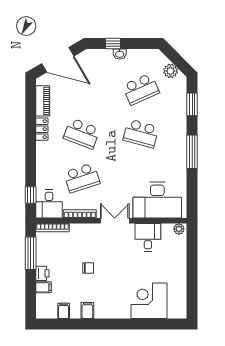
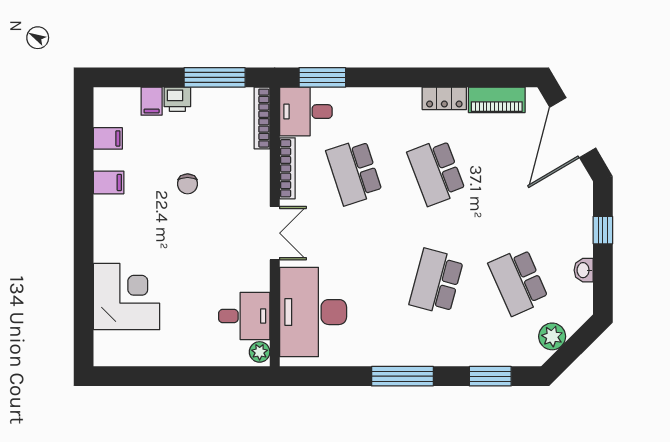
washbasin: (120, 54) -> (584, 270), moved
school desk: (82, 133) -> (436, 172), turned -42
window: (31, 195) -> (322, 77), width x1.50
desk: (148, 237) -> (244, 316), moved

